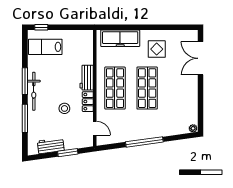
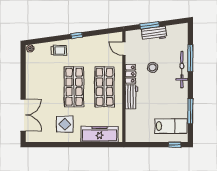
window: (25, 81) -> (190, 111), moved
bicycle: (34, 91) -> (182, 70), moved
trolley: (163, 126) -> (59, 50), added
window: (144, 142) -> (77, 36), width x0.32
workbench: (51, 146) -> (154, 34), moved

